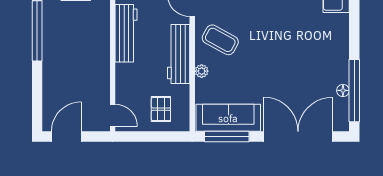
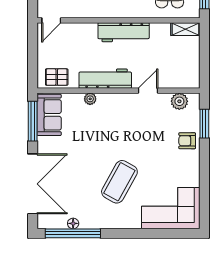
coffee table: (220, 40) -> (119, 182), moved, width x1.36, depth x1.32
pallet: (161, 109) -> (57, 77), moved
sofa: (228, 118) -> (49, 115), width x0.73

